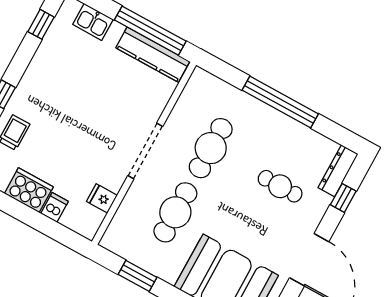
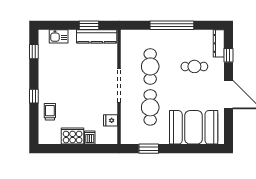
window: (150, 31) -> (89, 25), width x0.47

